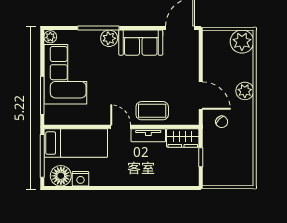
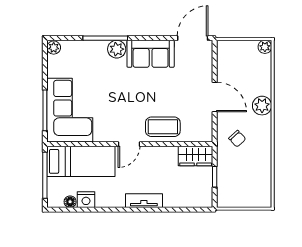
plant: (242, 42) -> (265, 47), width x0.53, depth x0.53
corner sofa: (65, 74) -> (70, 110), moved
door: (201, 96) -> (215, 97), moved
door: (121, 127) -> (129, 144), swing flipped
tv unit: (148, 135) -> (144, 201), moved, turned 180
floor lamp: (61, 176) -> (70, 202), width x0.53, depth x0.53

